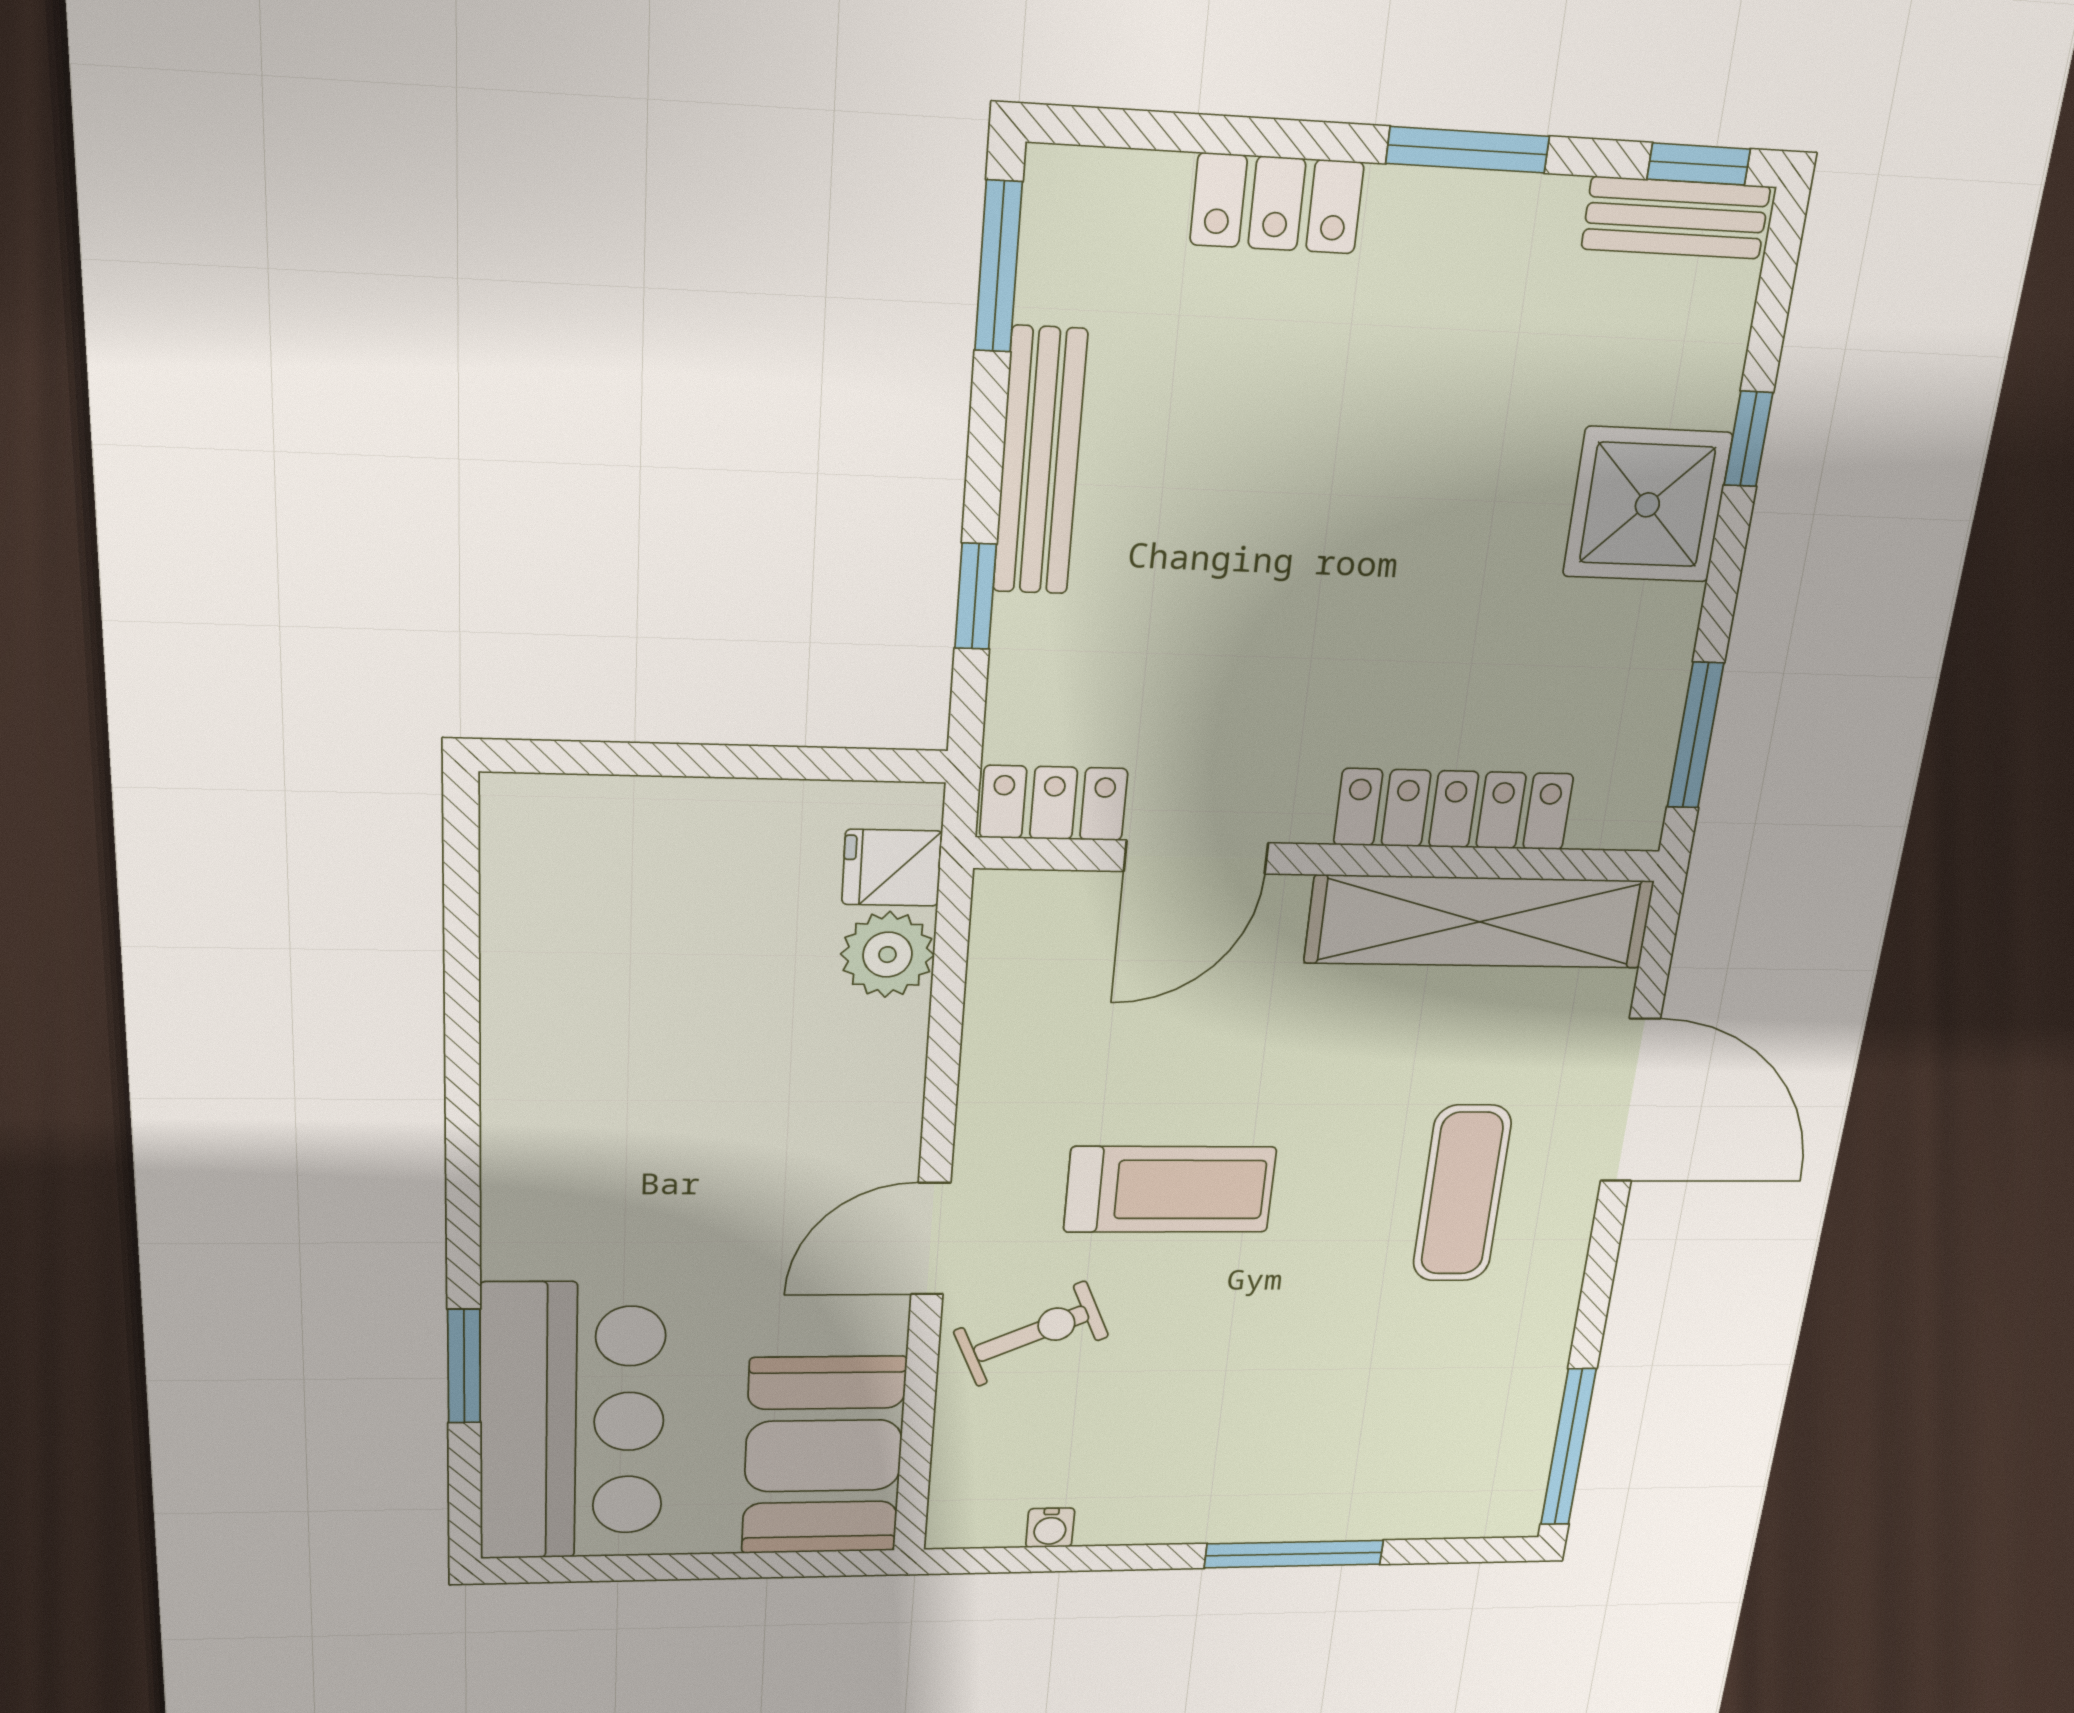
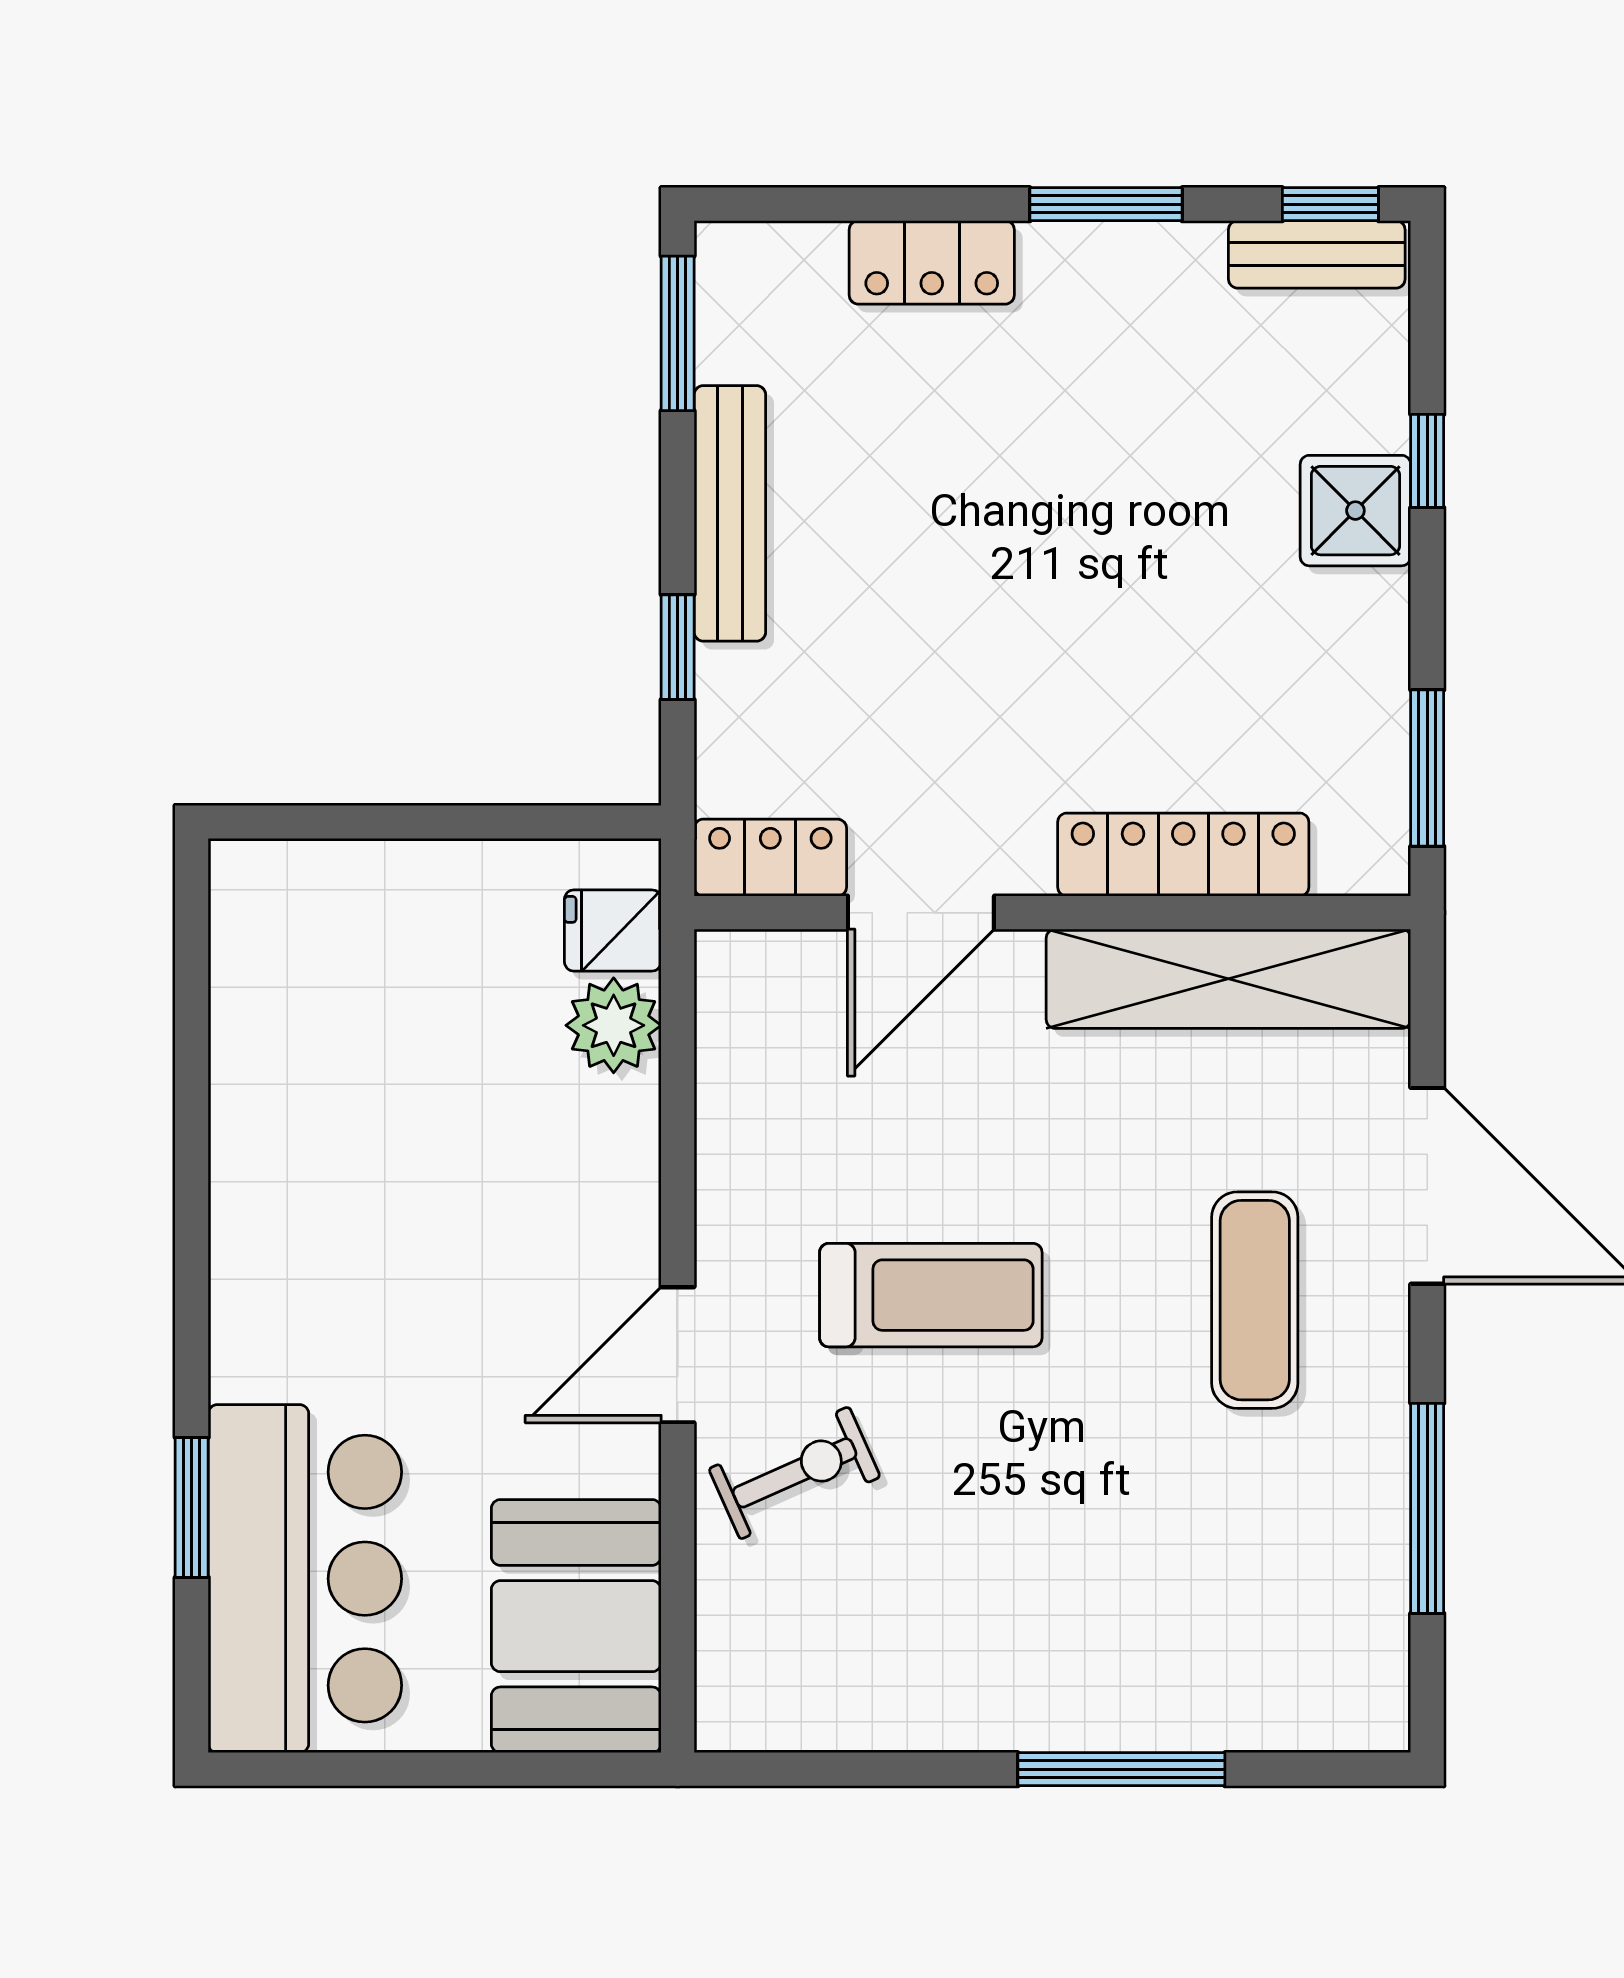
shower: (1647, 505) -> (1355, 511), width x0.73, depth x0.73
window: (1568, 1447) -> (1427, 1508), moved
water cooler: (1050, 1528) -> (835, 1727), removed

